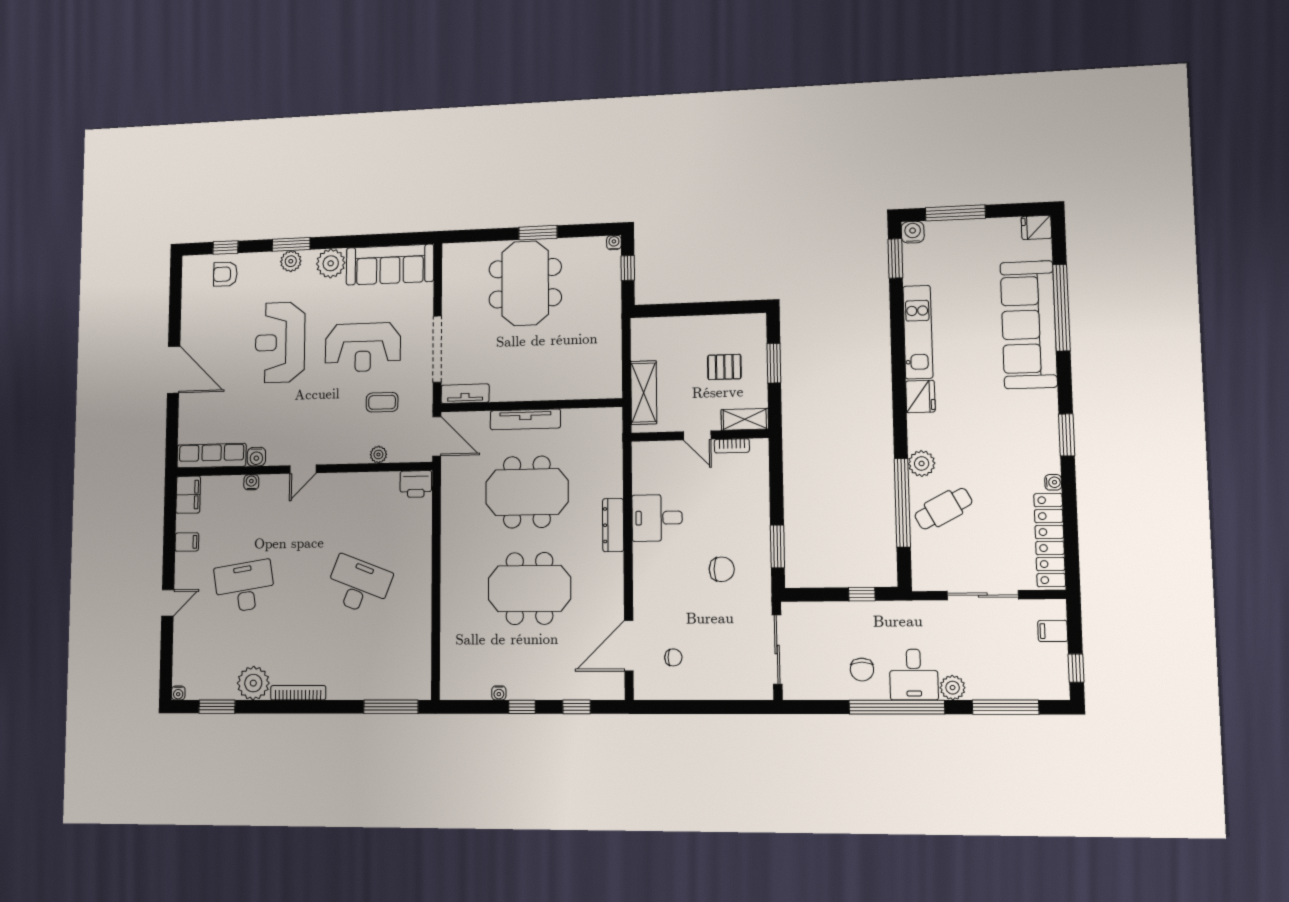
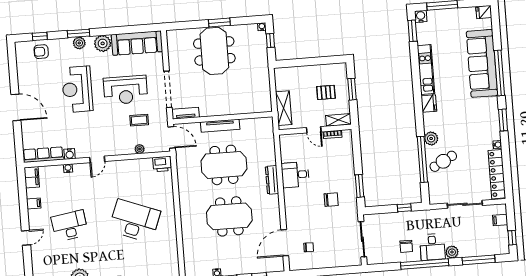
window: (1061, 308) -> (499, 73), moved
desk: (358, 585) -> (135, 221), width x1.36, depth x1.30

